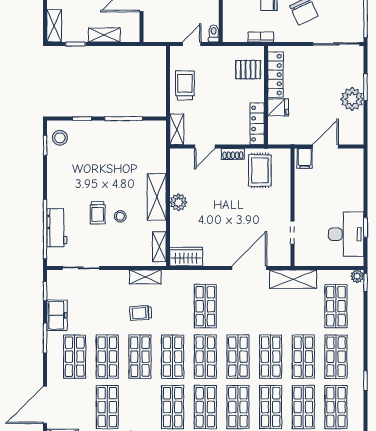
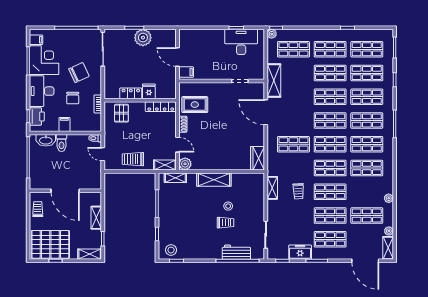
locker: (275, 75) -> (131, 93), width x0.66
plant: (178, 202) -> (185, 164), moved
shelving: (159, 247) -> (175, 178), moved

